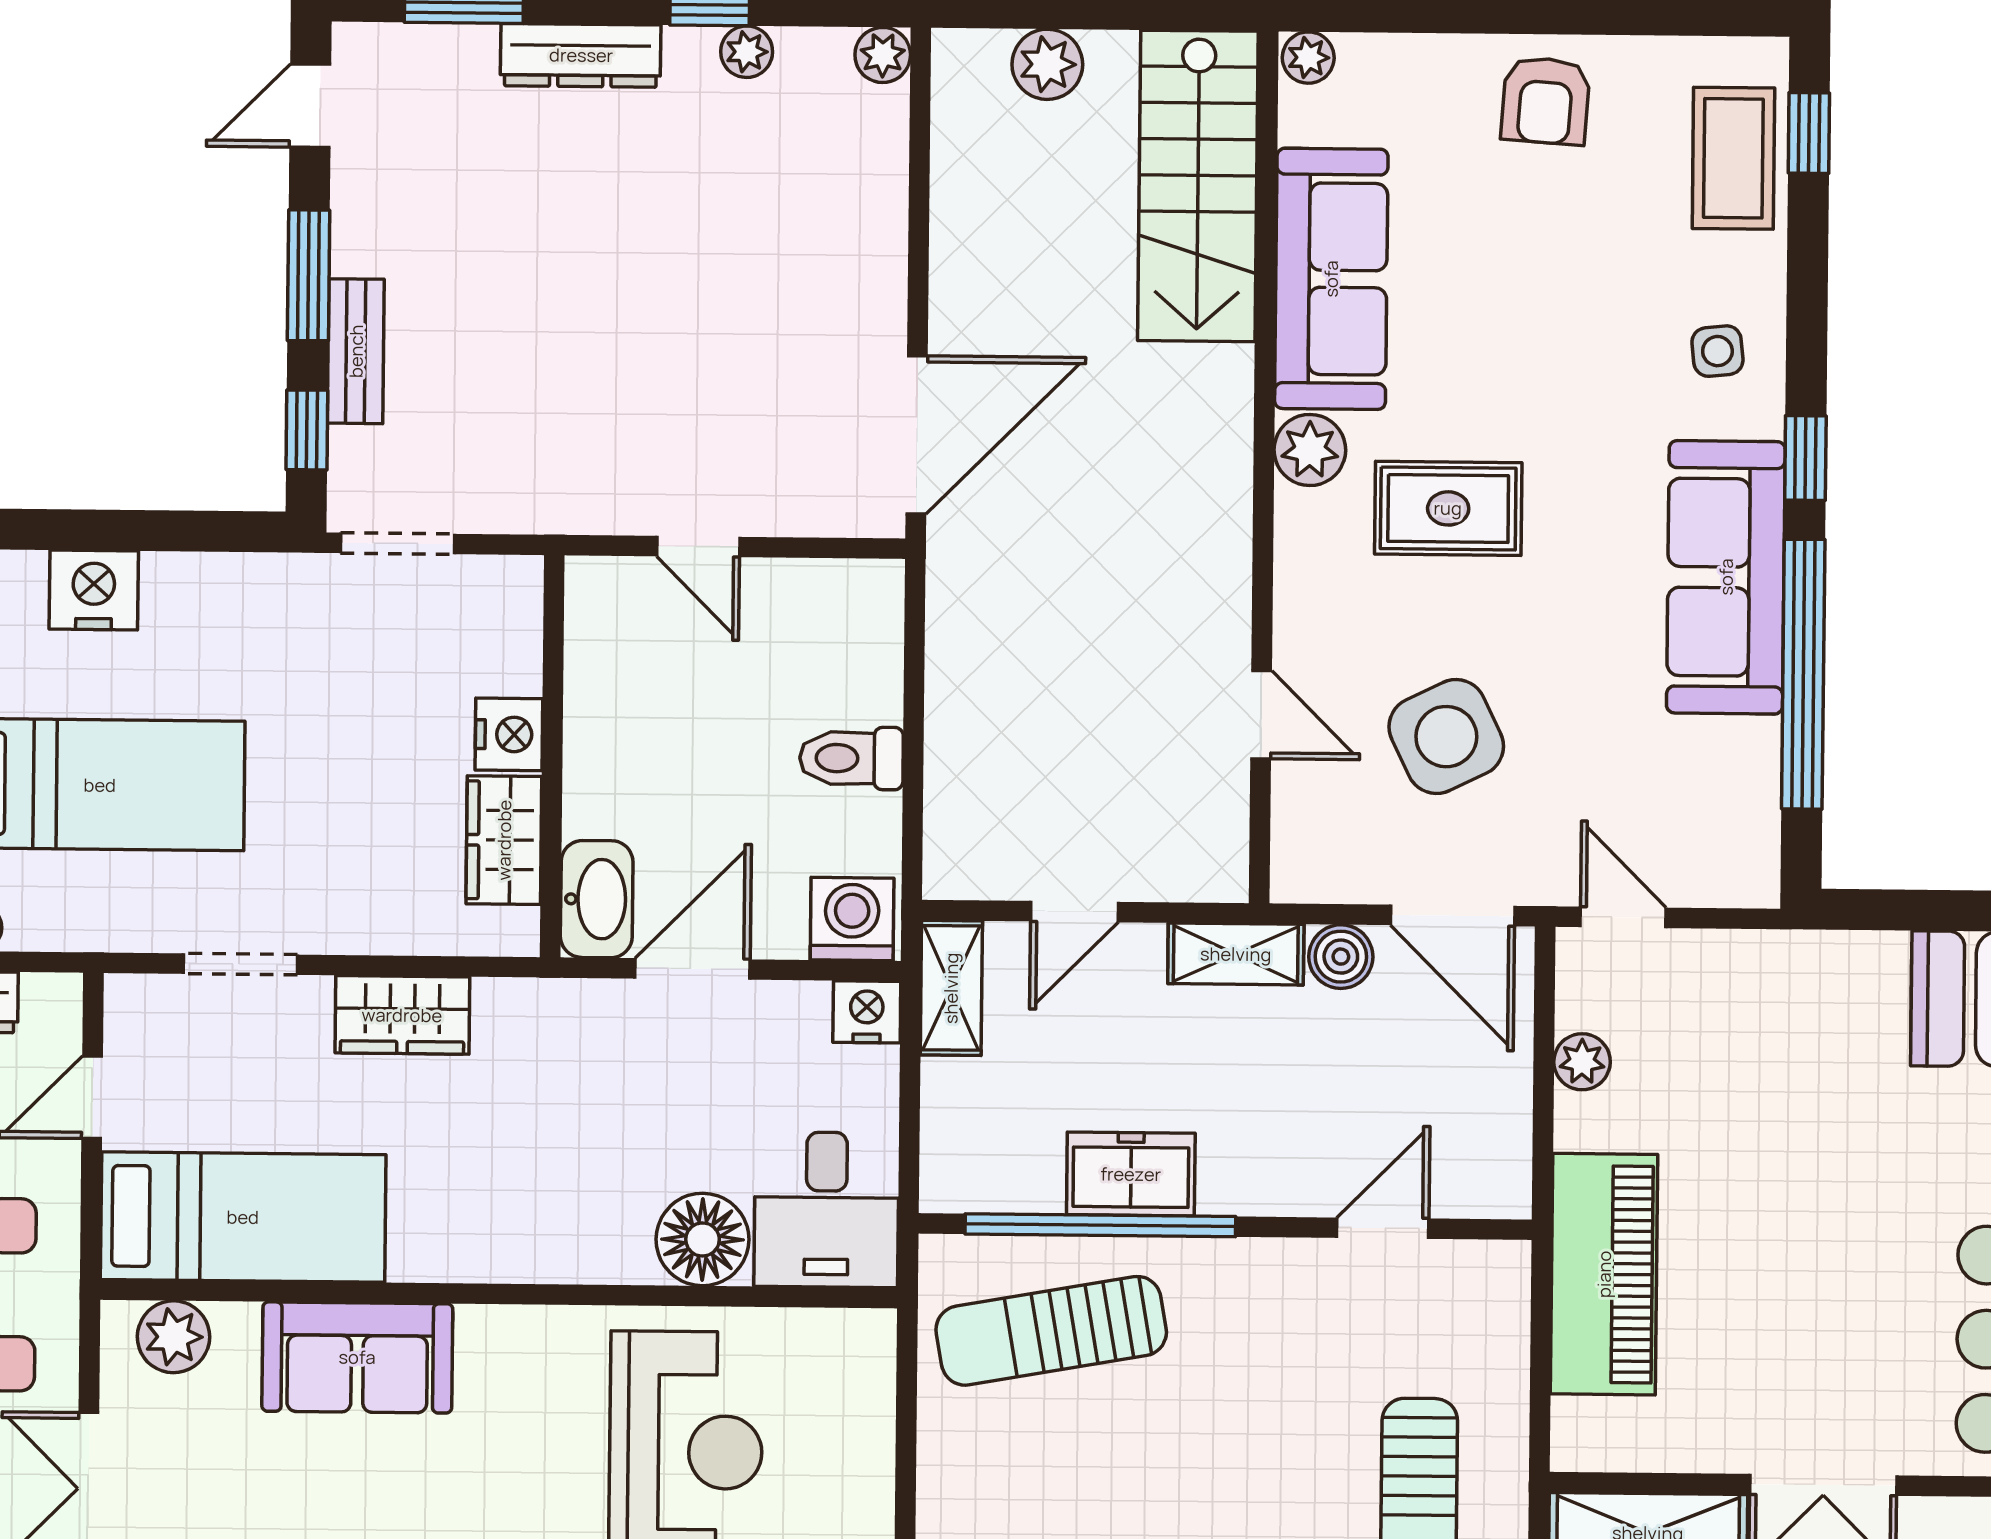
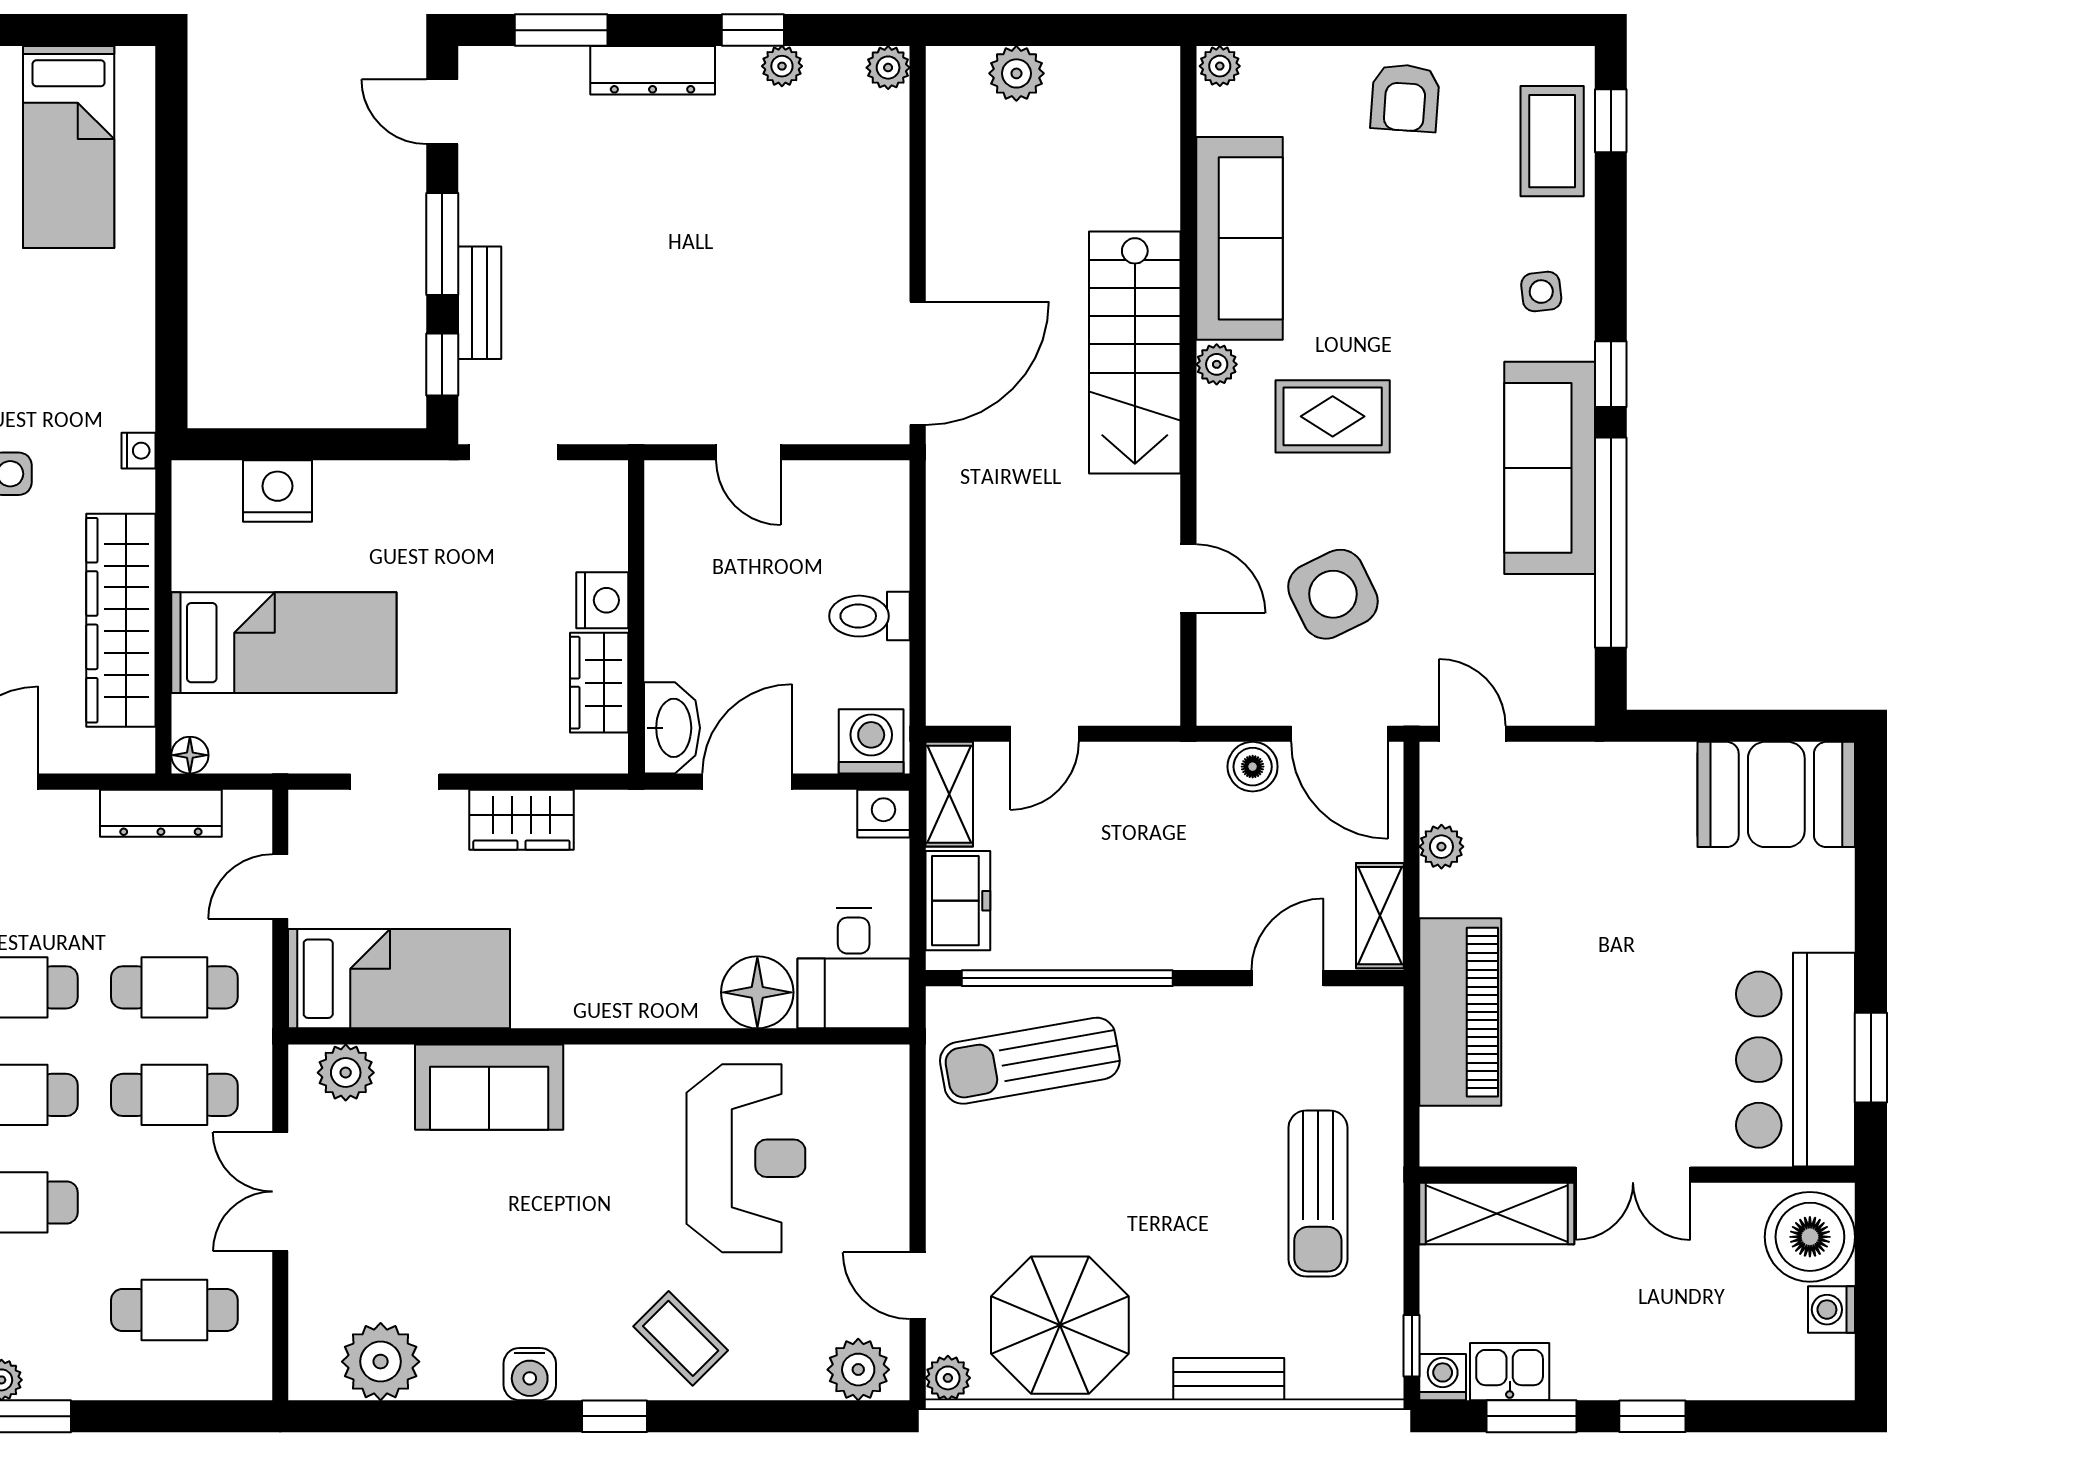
door: (310, 106) -> (442, 112), hinge flipped
stairs: (1198, 186) -> (1135, 353), moved
plant: (1310, 450) -> (1217, 364), width x0.73, depth x0.73
shelving: (1236, 954) -> (1380, 916), moved, turned 90
freezer: (1131, 1174) -> (958, 901), moved, turned 90

